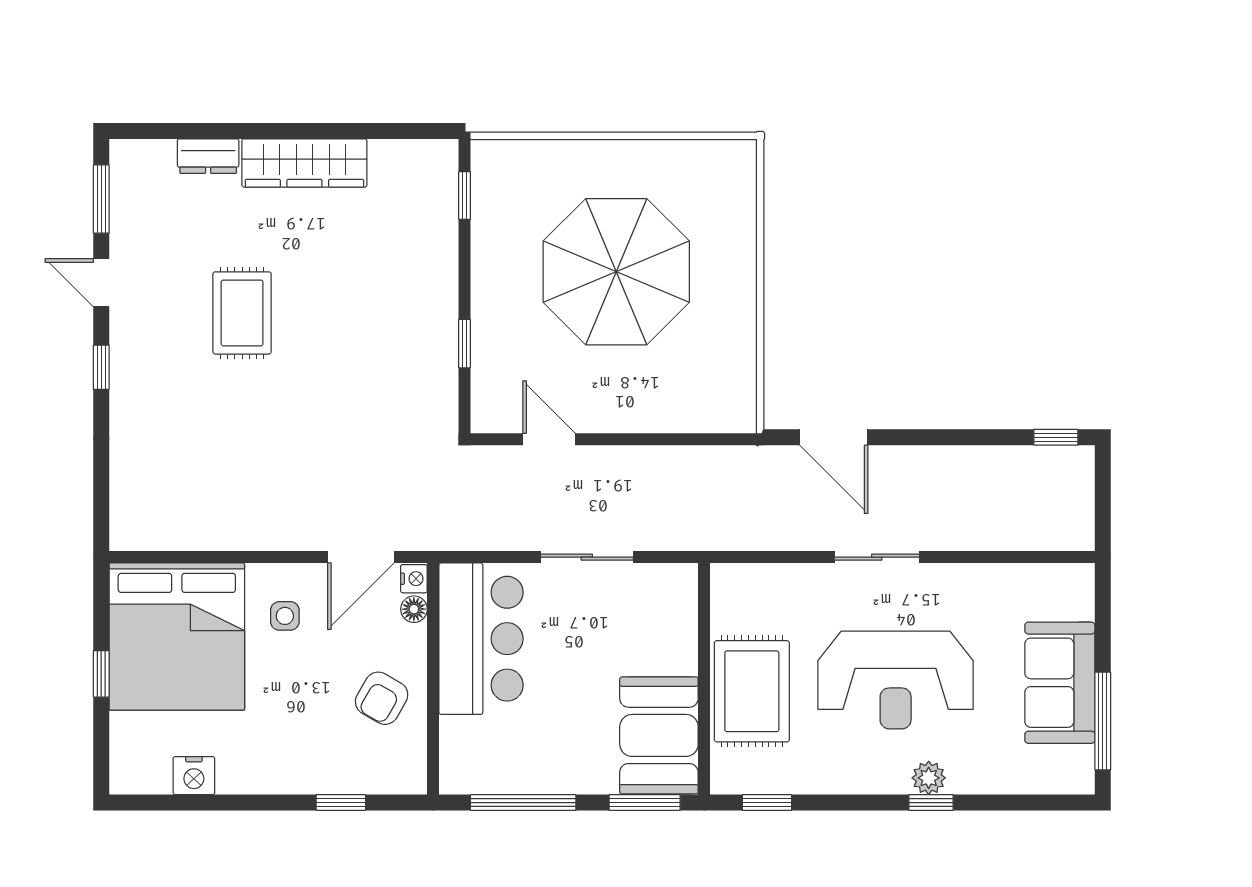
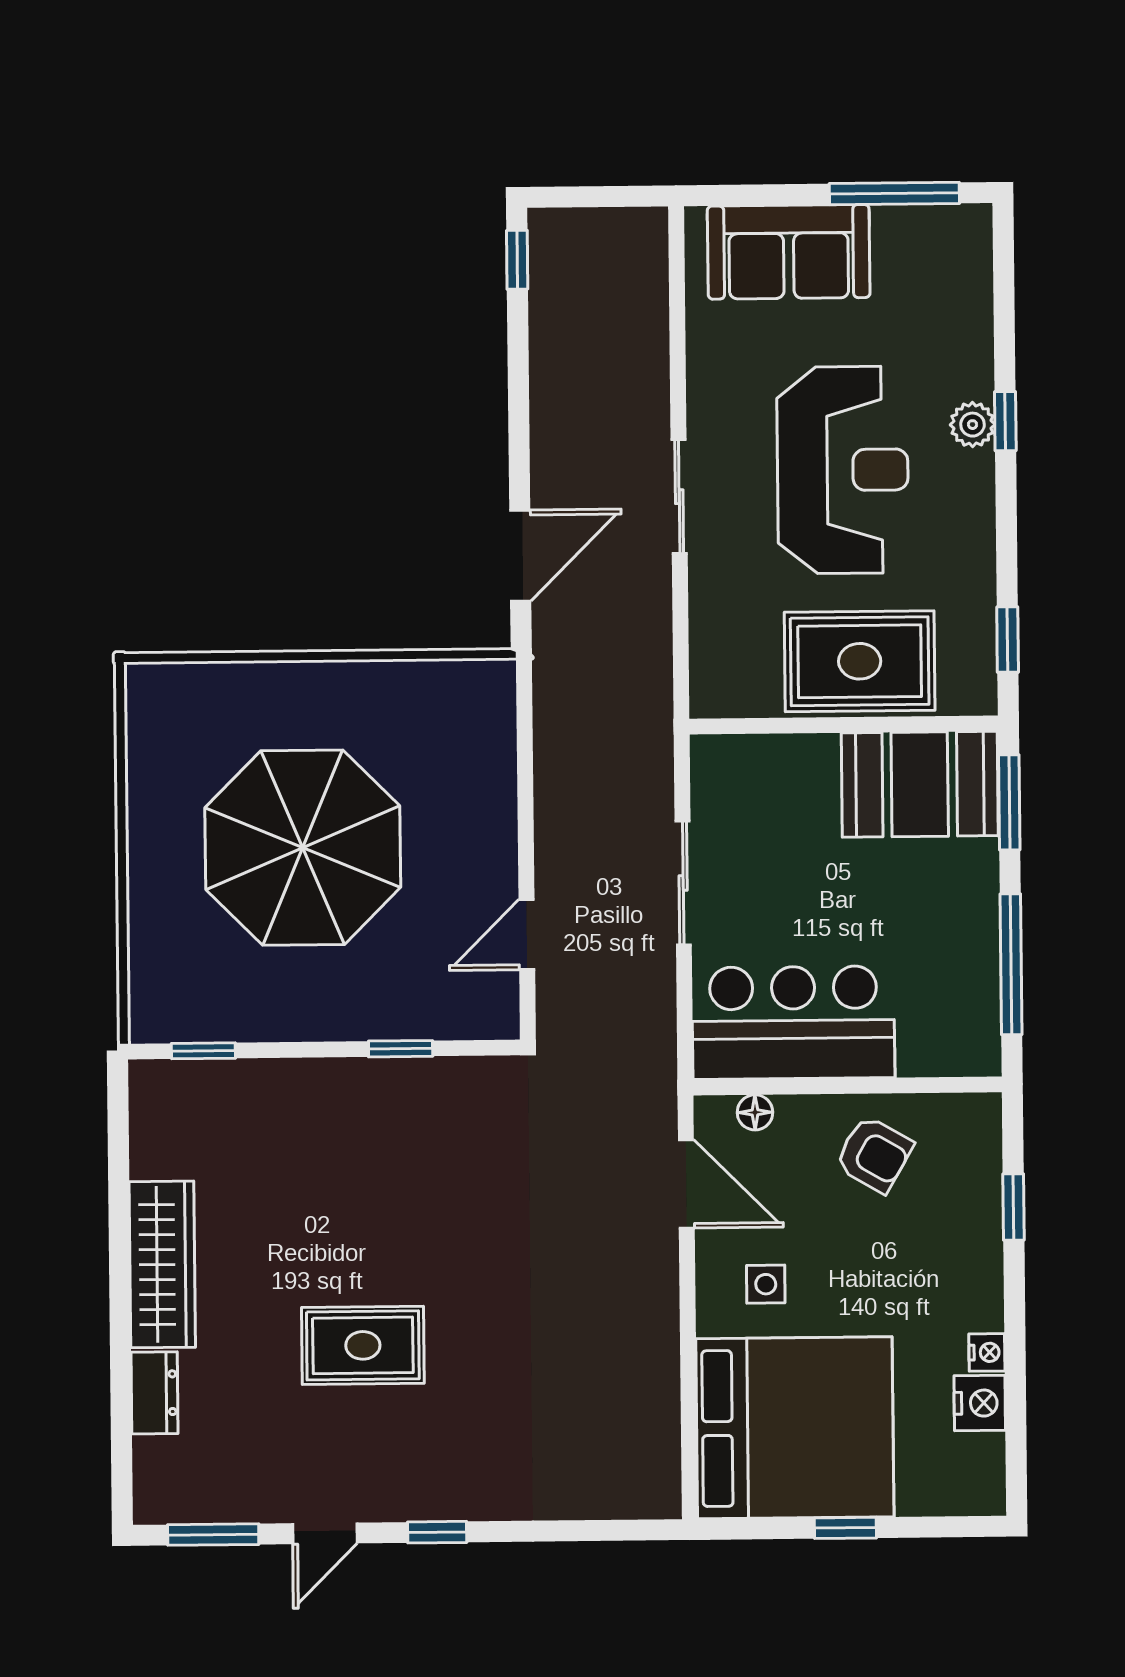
nightstand: (414, 579) -> (987, 1352), moved, turned 90
sofa: (1060, 683) -> (789, 252), moved

